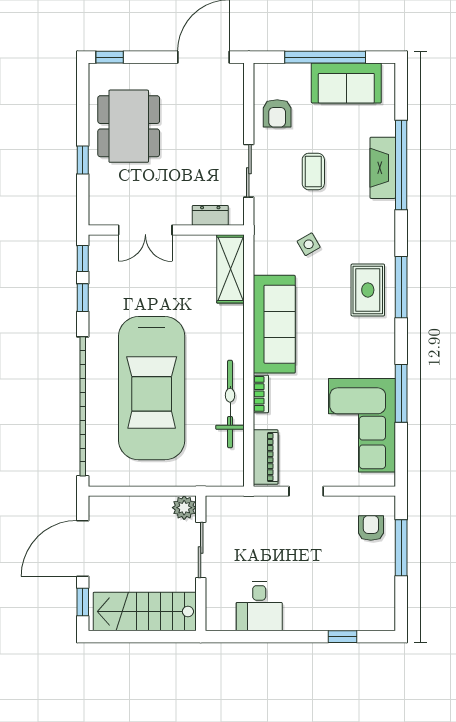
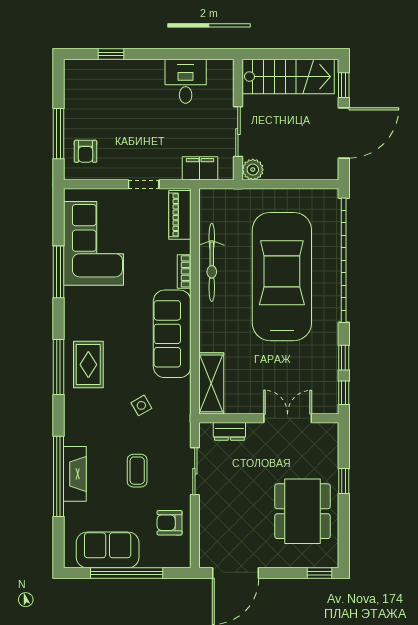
armchair: (277, 113) -> (170, 523), turned -90
filing cabinet: (243, 509) -> (200, 168), added

